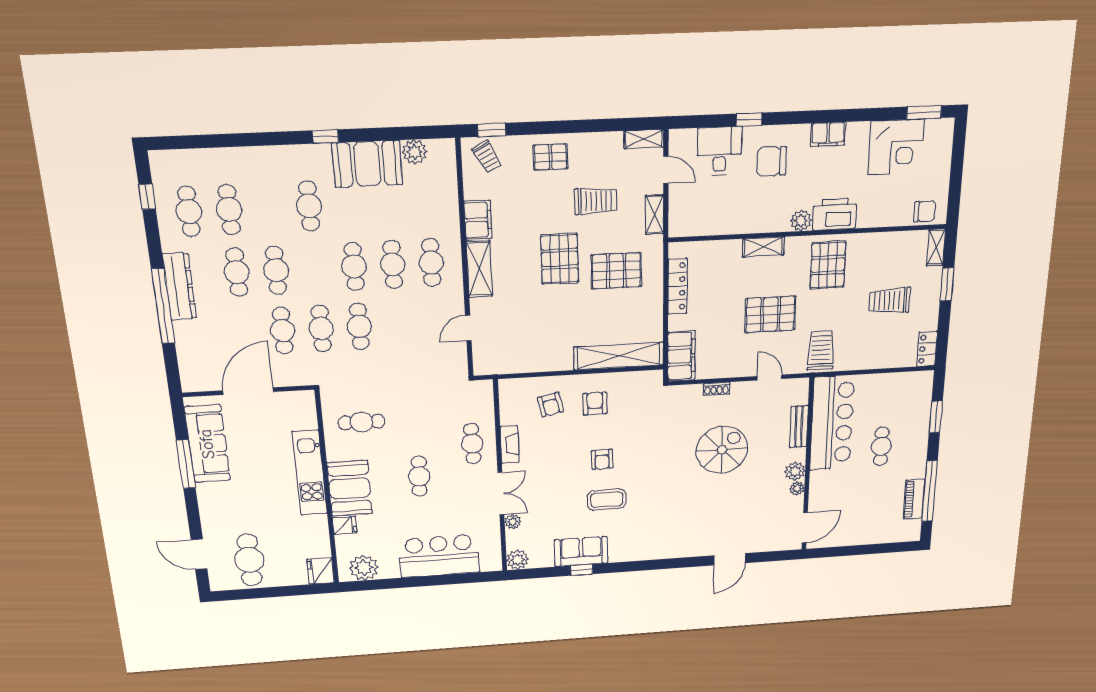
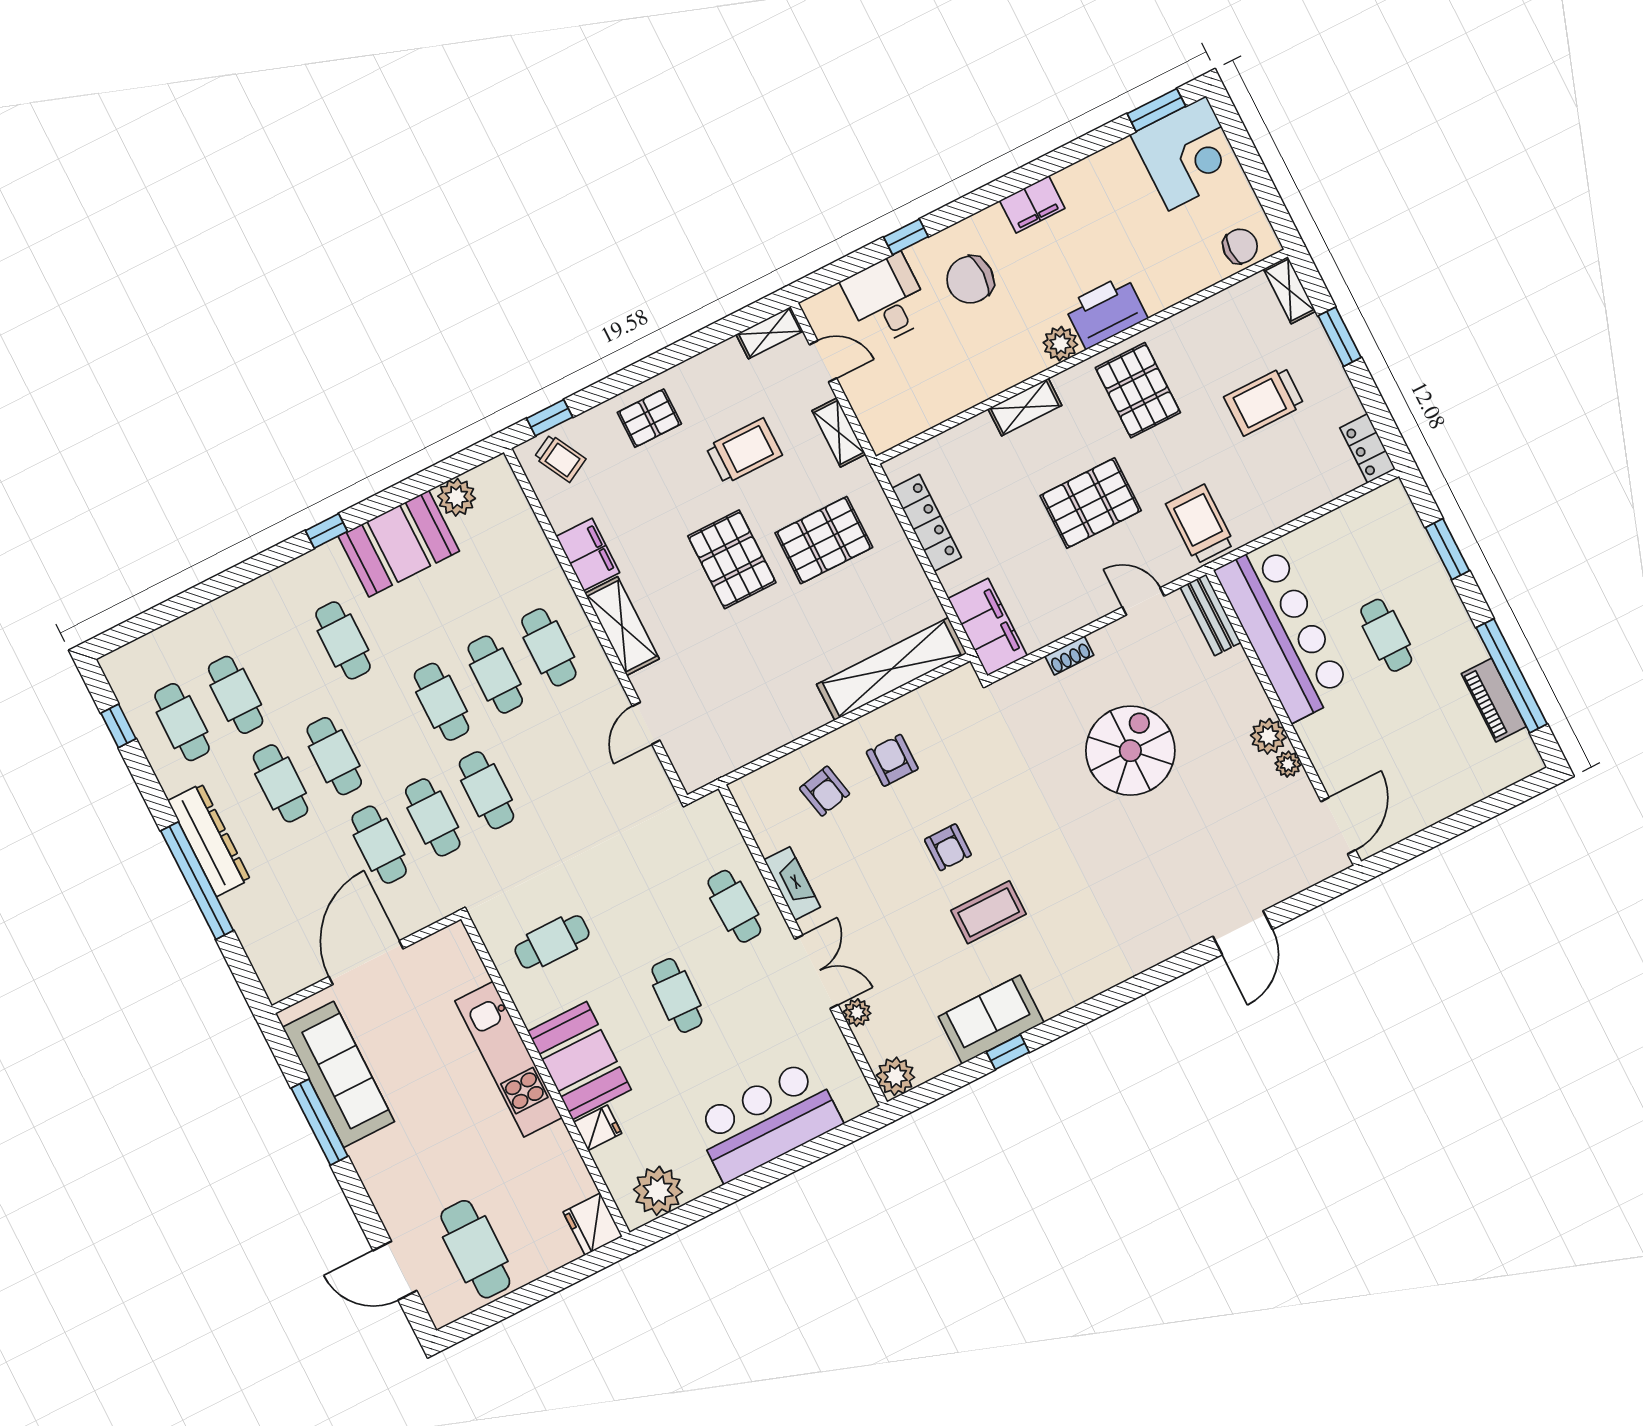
corner desk: (896, 147) -> (1187, 153), moved
bench: (799, 427) -> (1210, 615), moved

